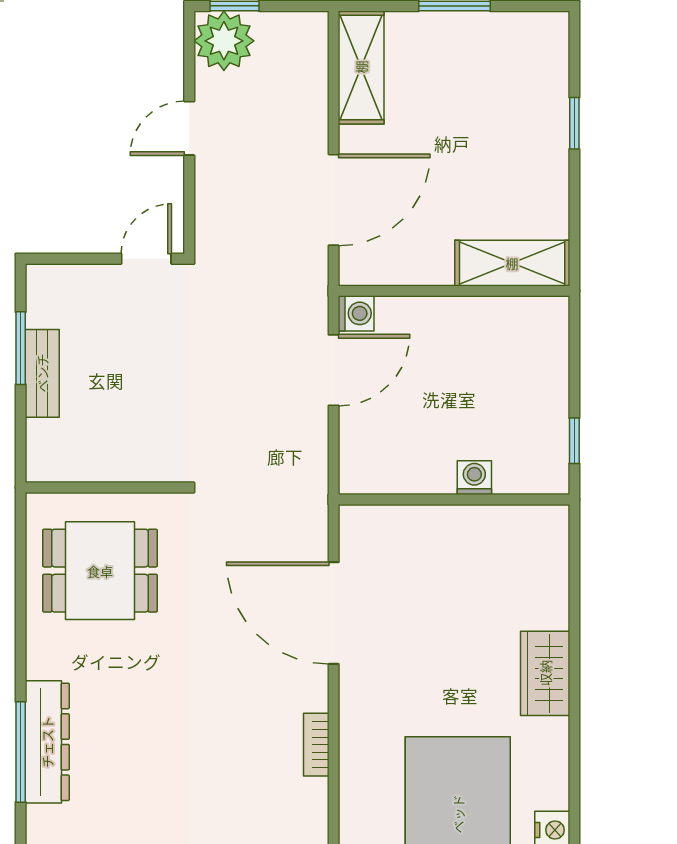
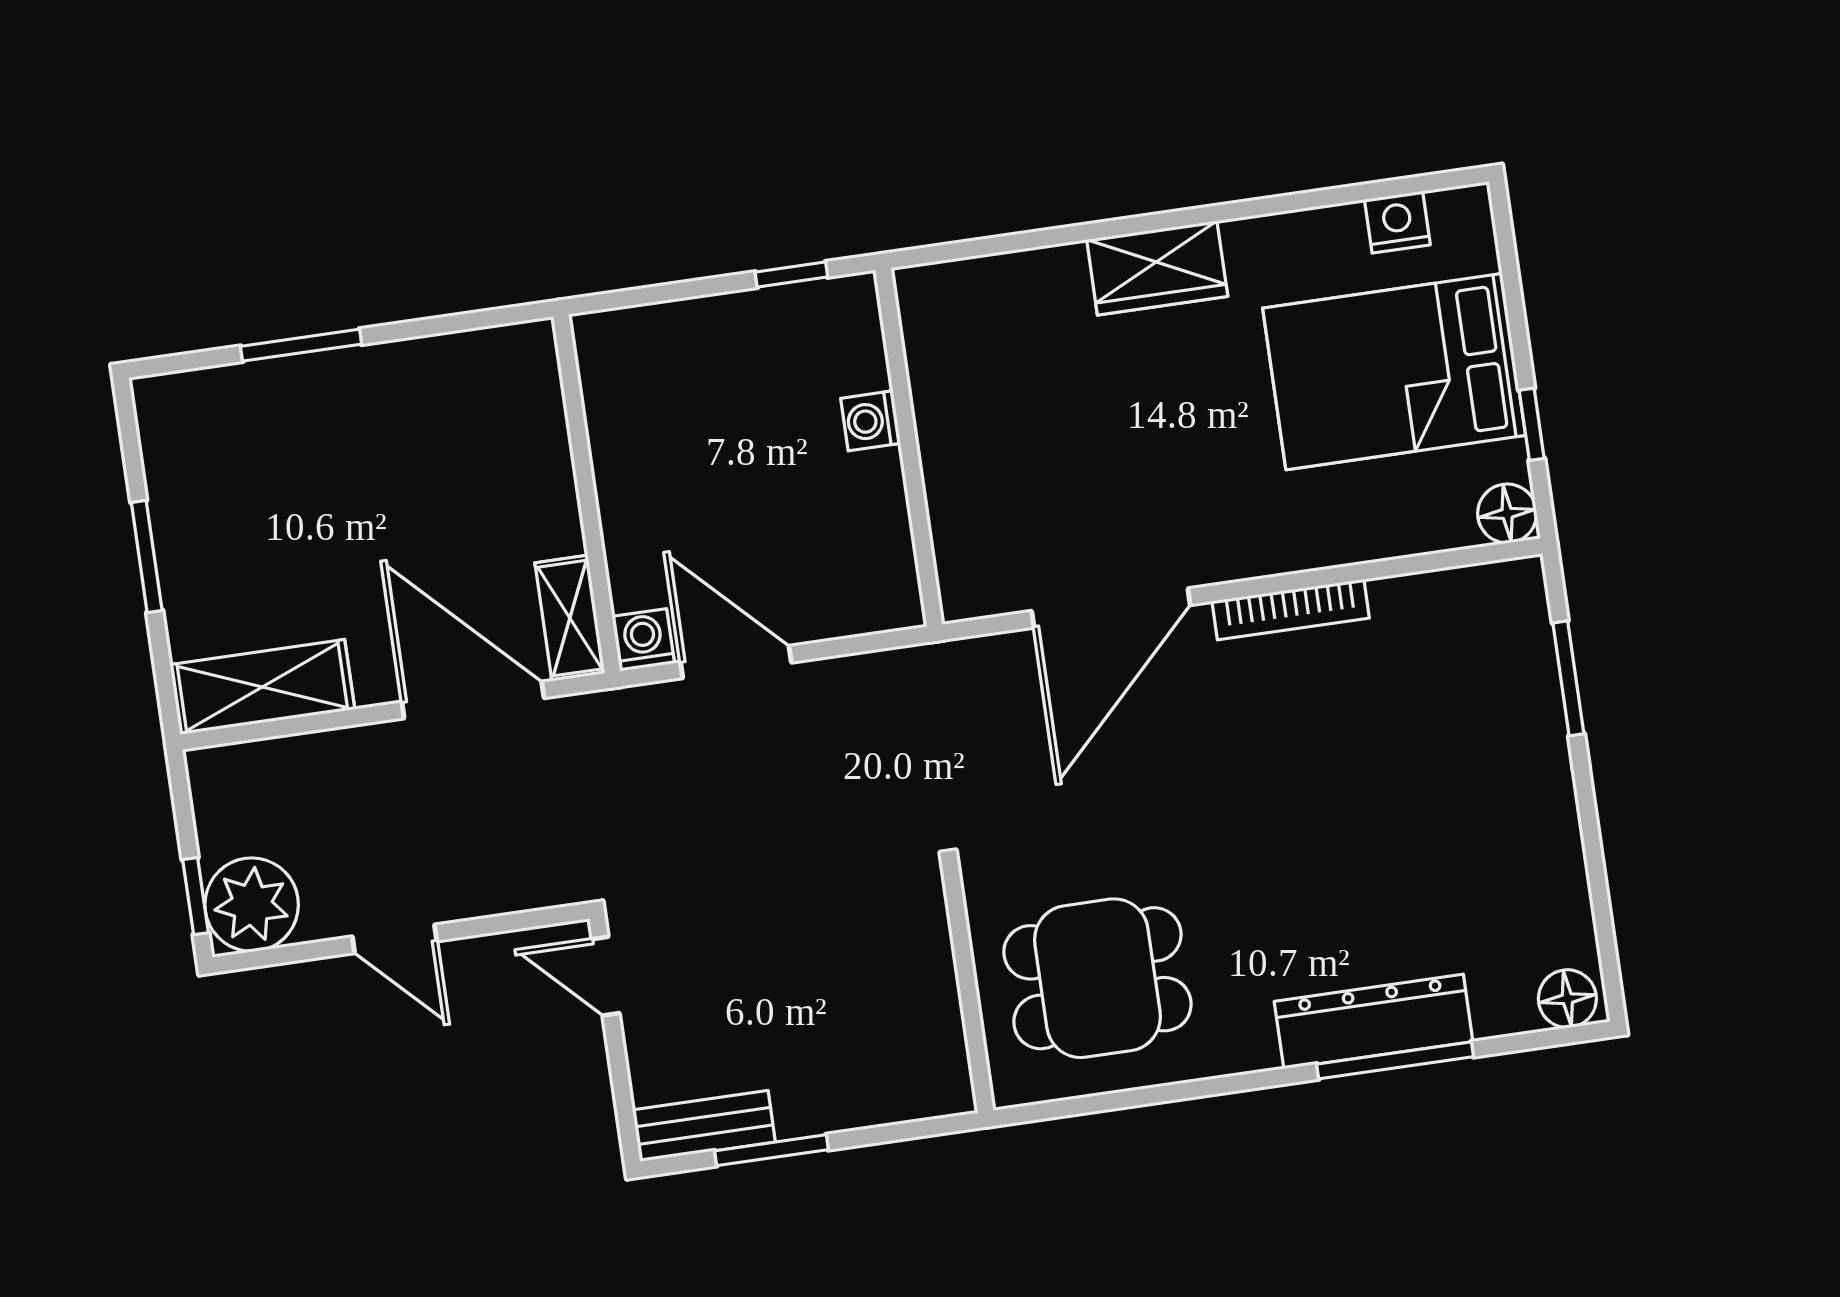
window: (574, 123) -> (301, 345), width x1.50
shelving: (512, 263) -> (570, 618), moved, width x0.67, depth x0.75
bench: (42, 373) -> (704, 1126), moved
dining table: (100, 571) -> (1097, 978), turned 90
bookcase: (316, 745) -> (1291, 610), width x1.56

